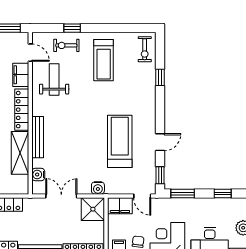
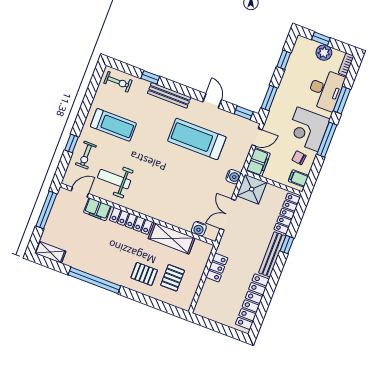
bench: (38, 137) -> (169, 95), moved

